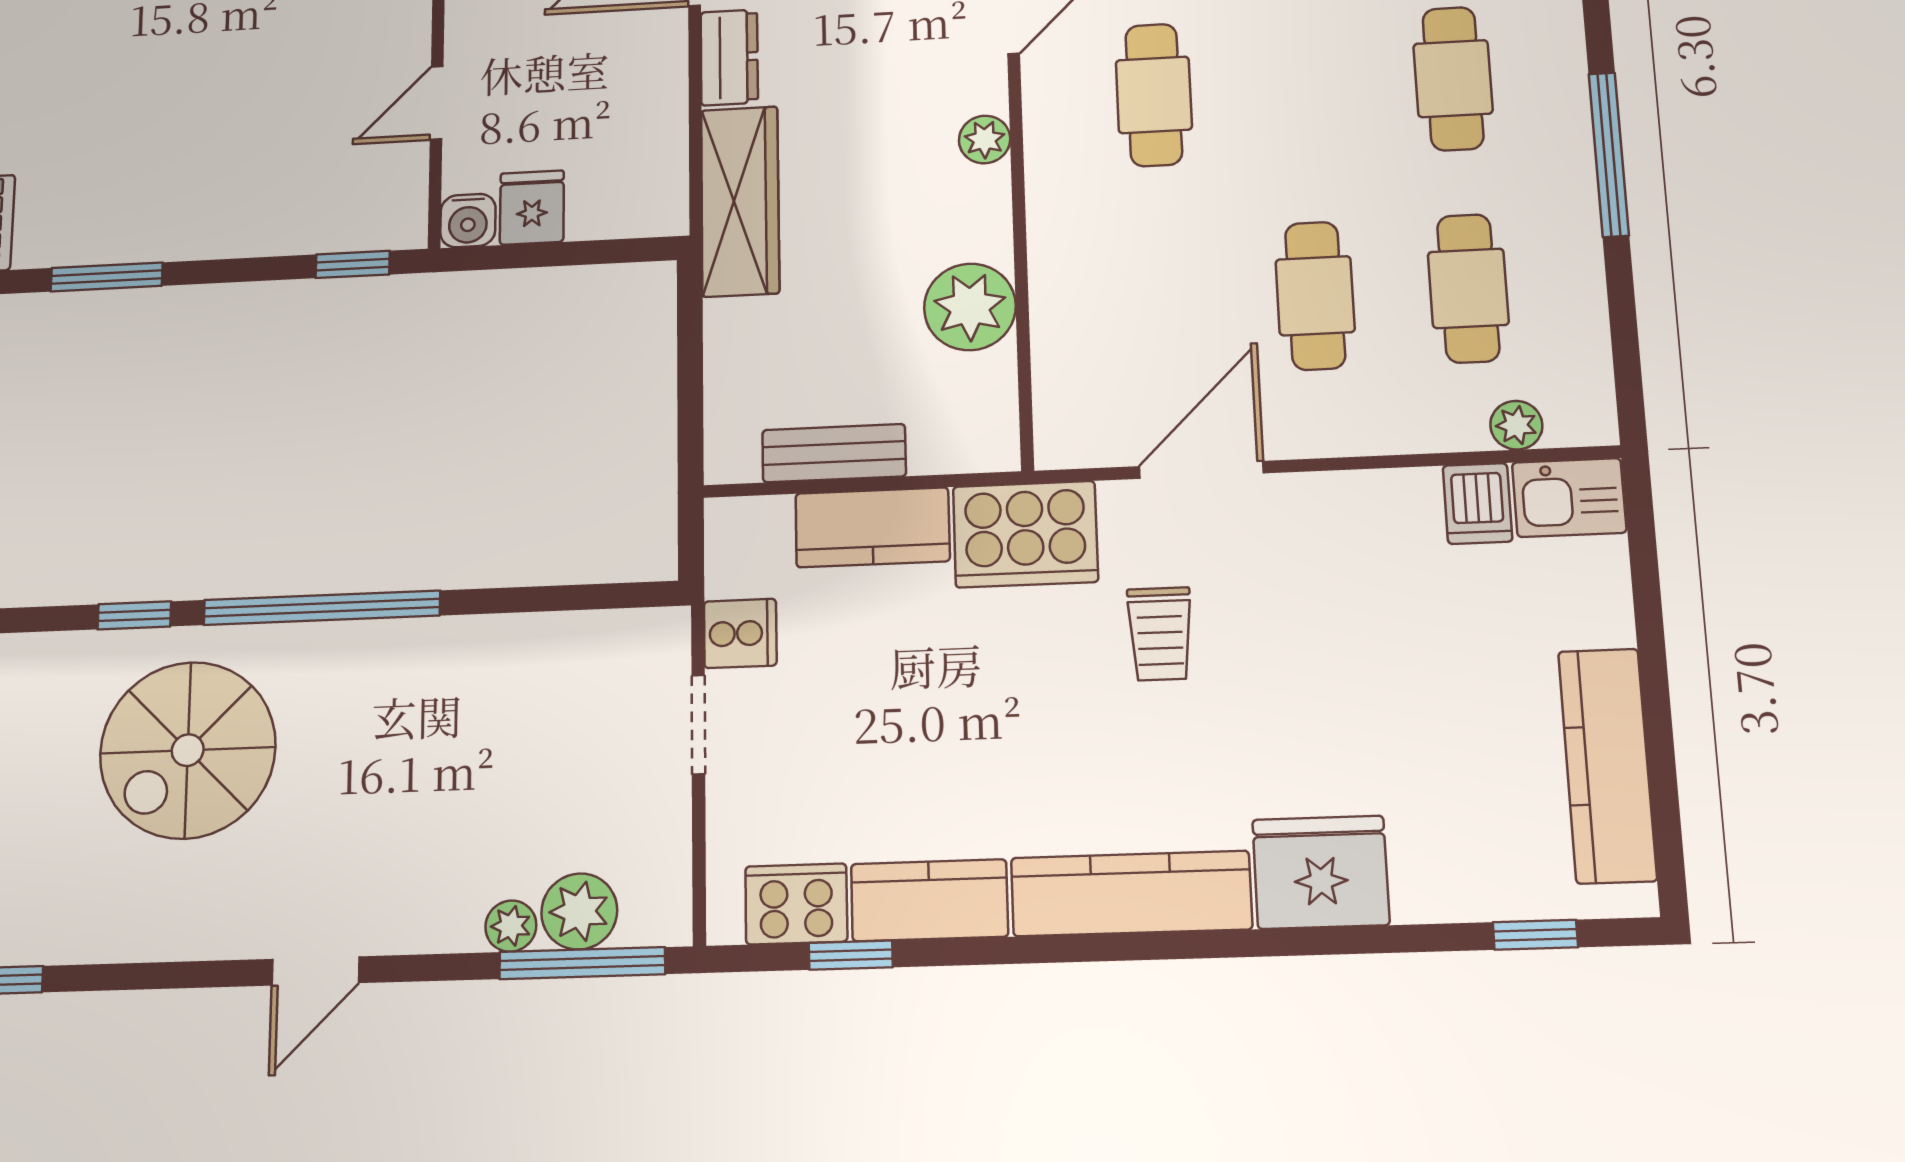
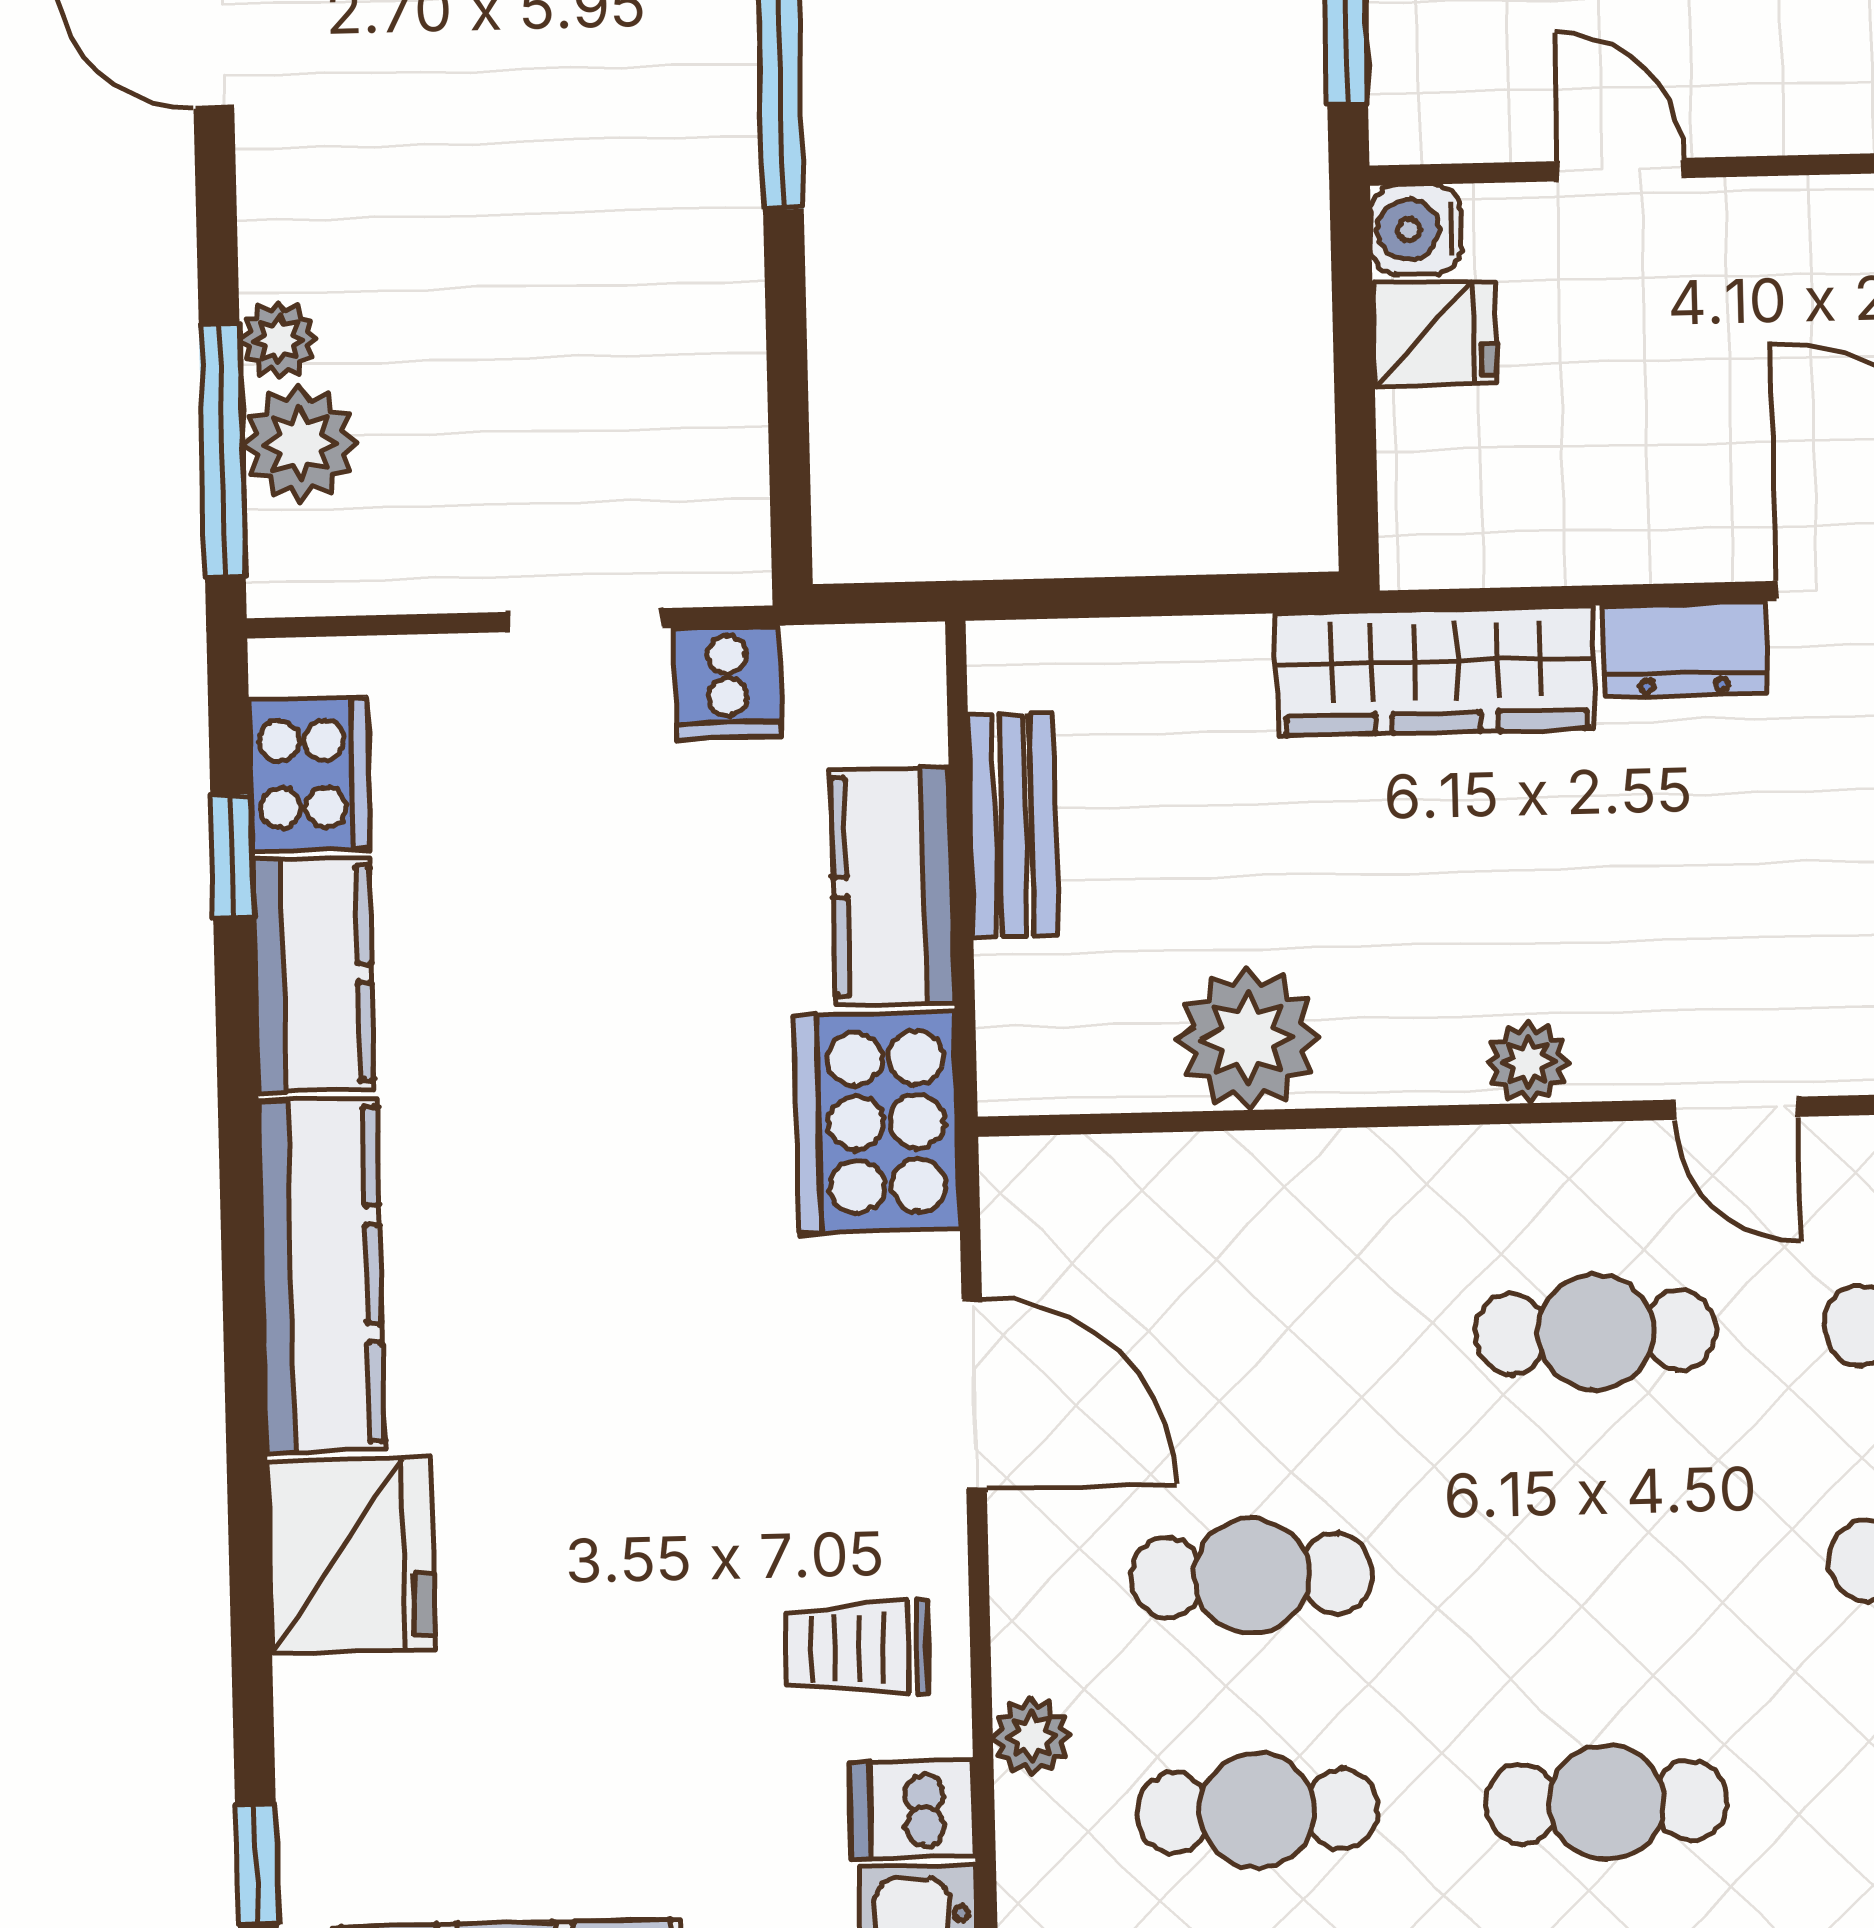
plant: (1516, 425) -> (1032, 1736), moved
trolley: (1160, 634) -> (857, 1648), moved

